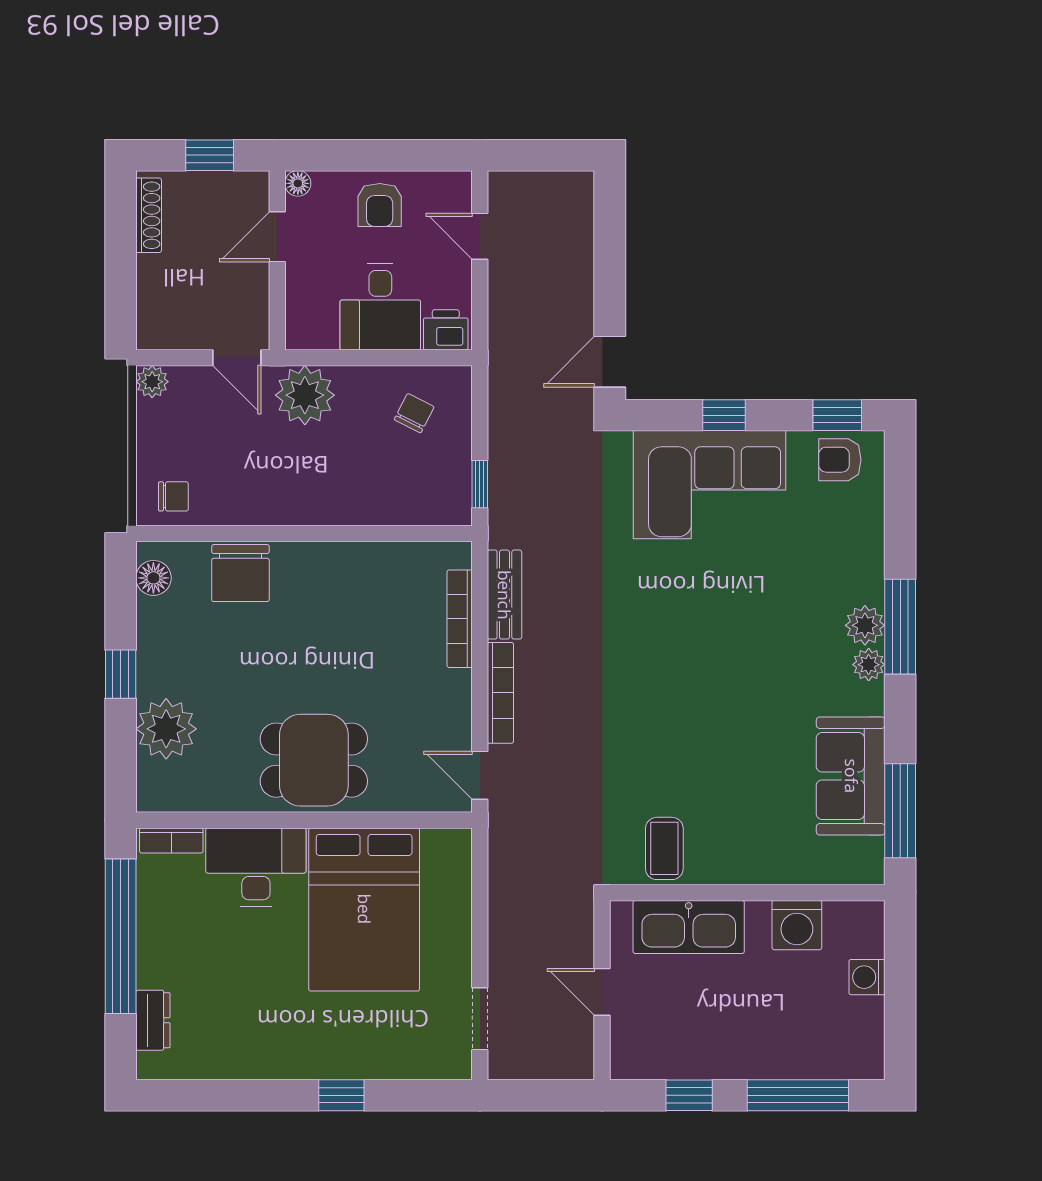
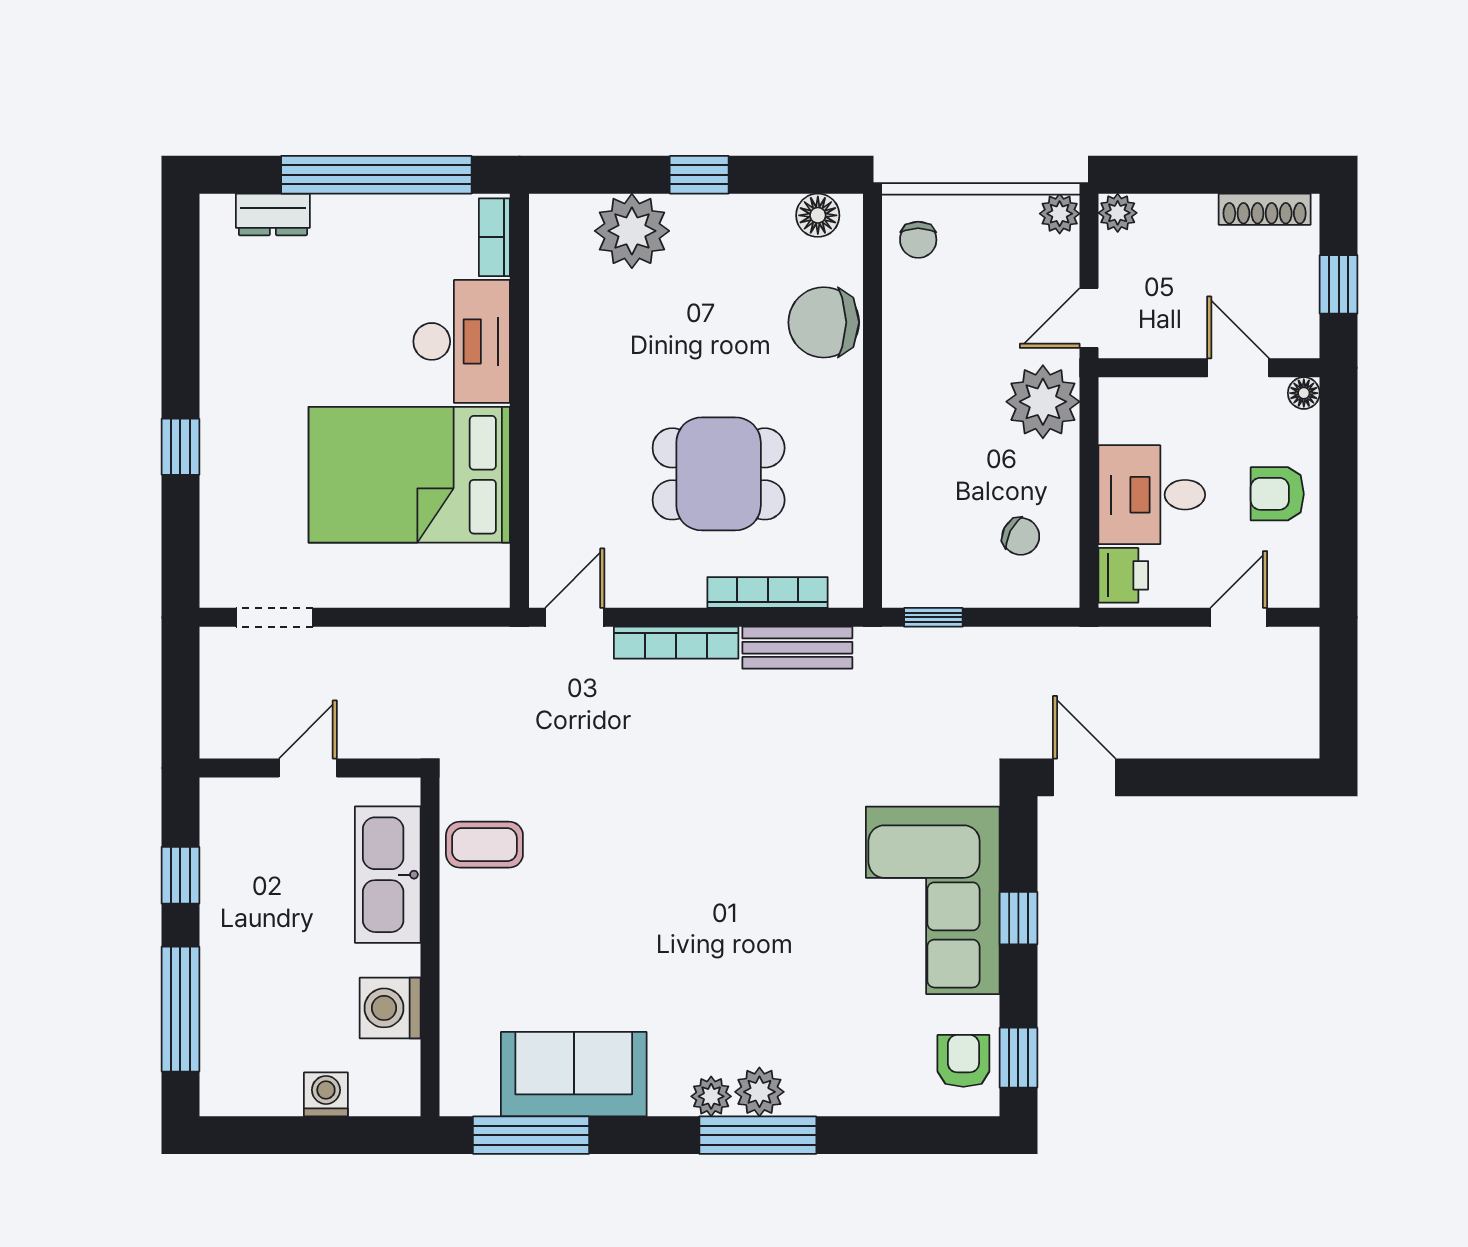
plant: (151, 335) -> (1118, 213), added
dining table: (314, 760) -> (719, 474), moved, turned 90

